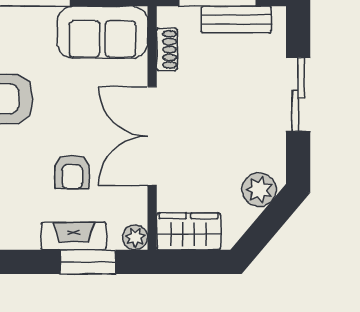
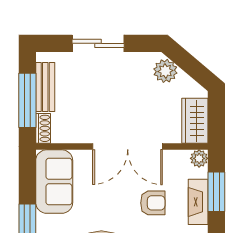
shoe rack: (167, 49) -> (43, 128), moved, turned 90

